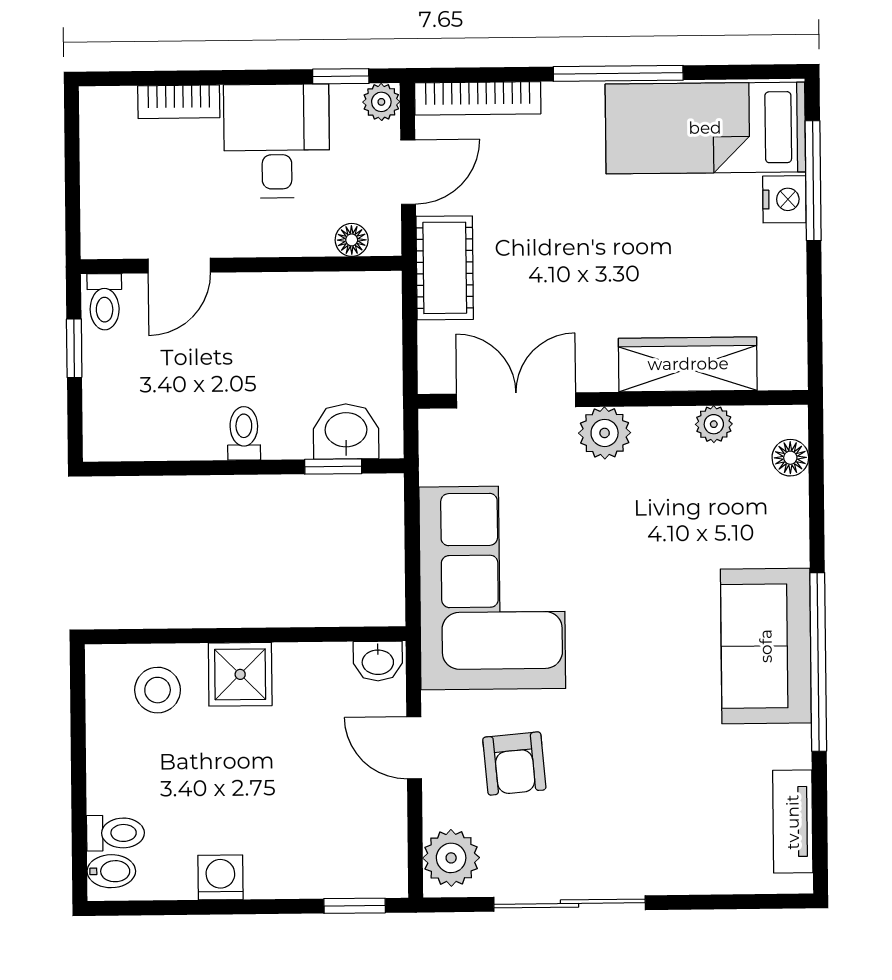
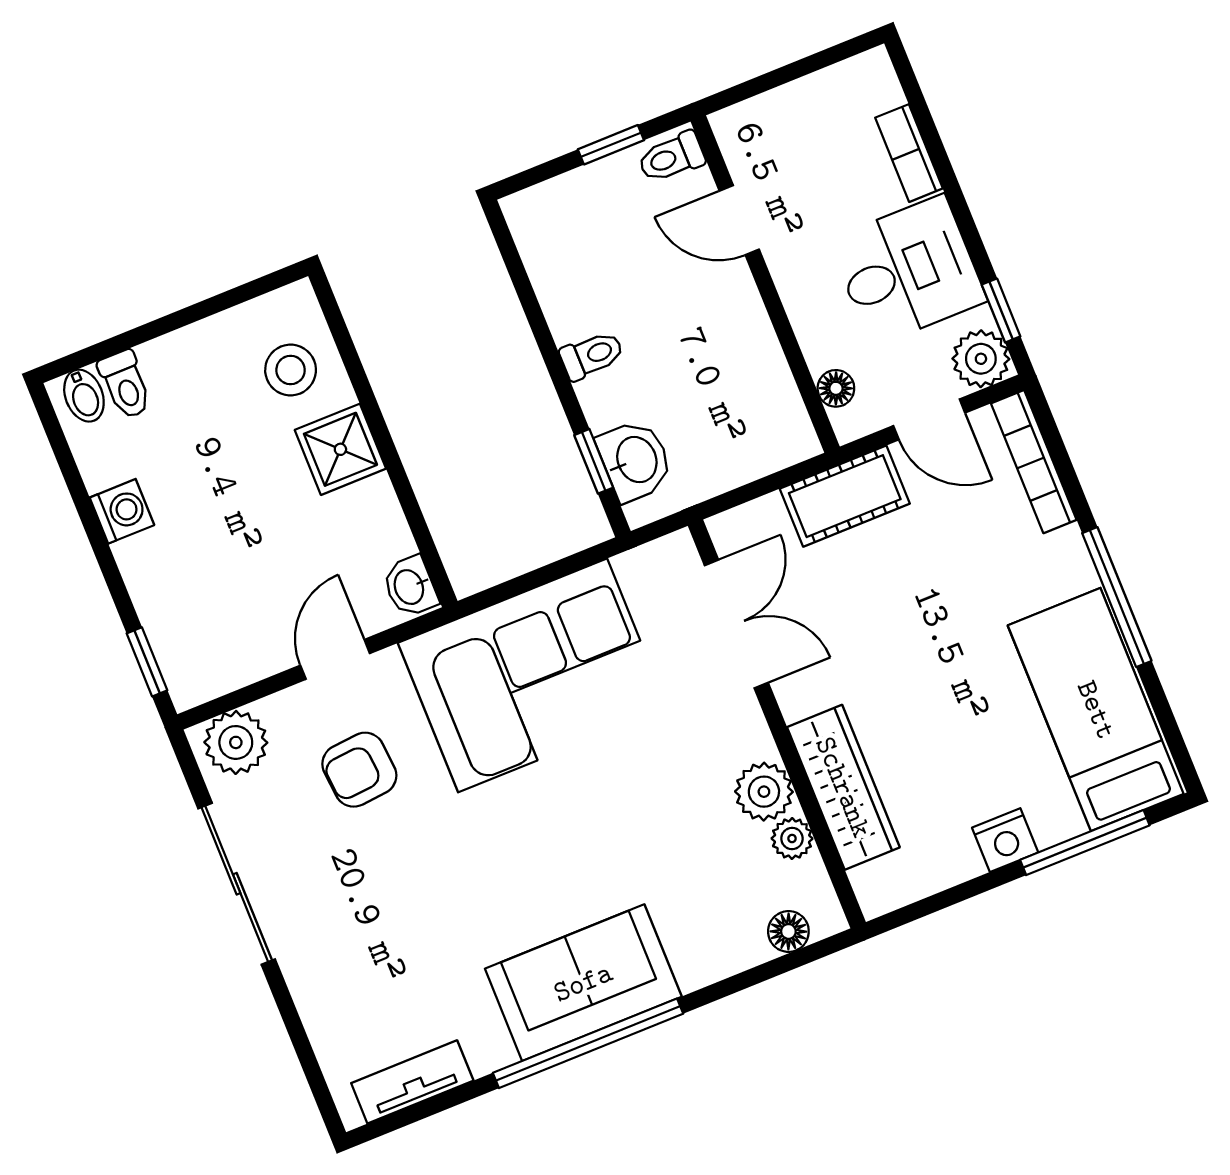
plant: (381, 102) -> (981, 359), width x1.38, depth x1.38
nightstand: (784, 199) -> (1005, 840), moved
plant: (605, 433) -> (764, 792), moved

